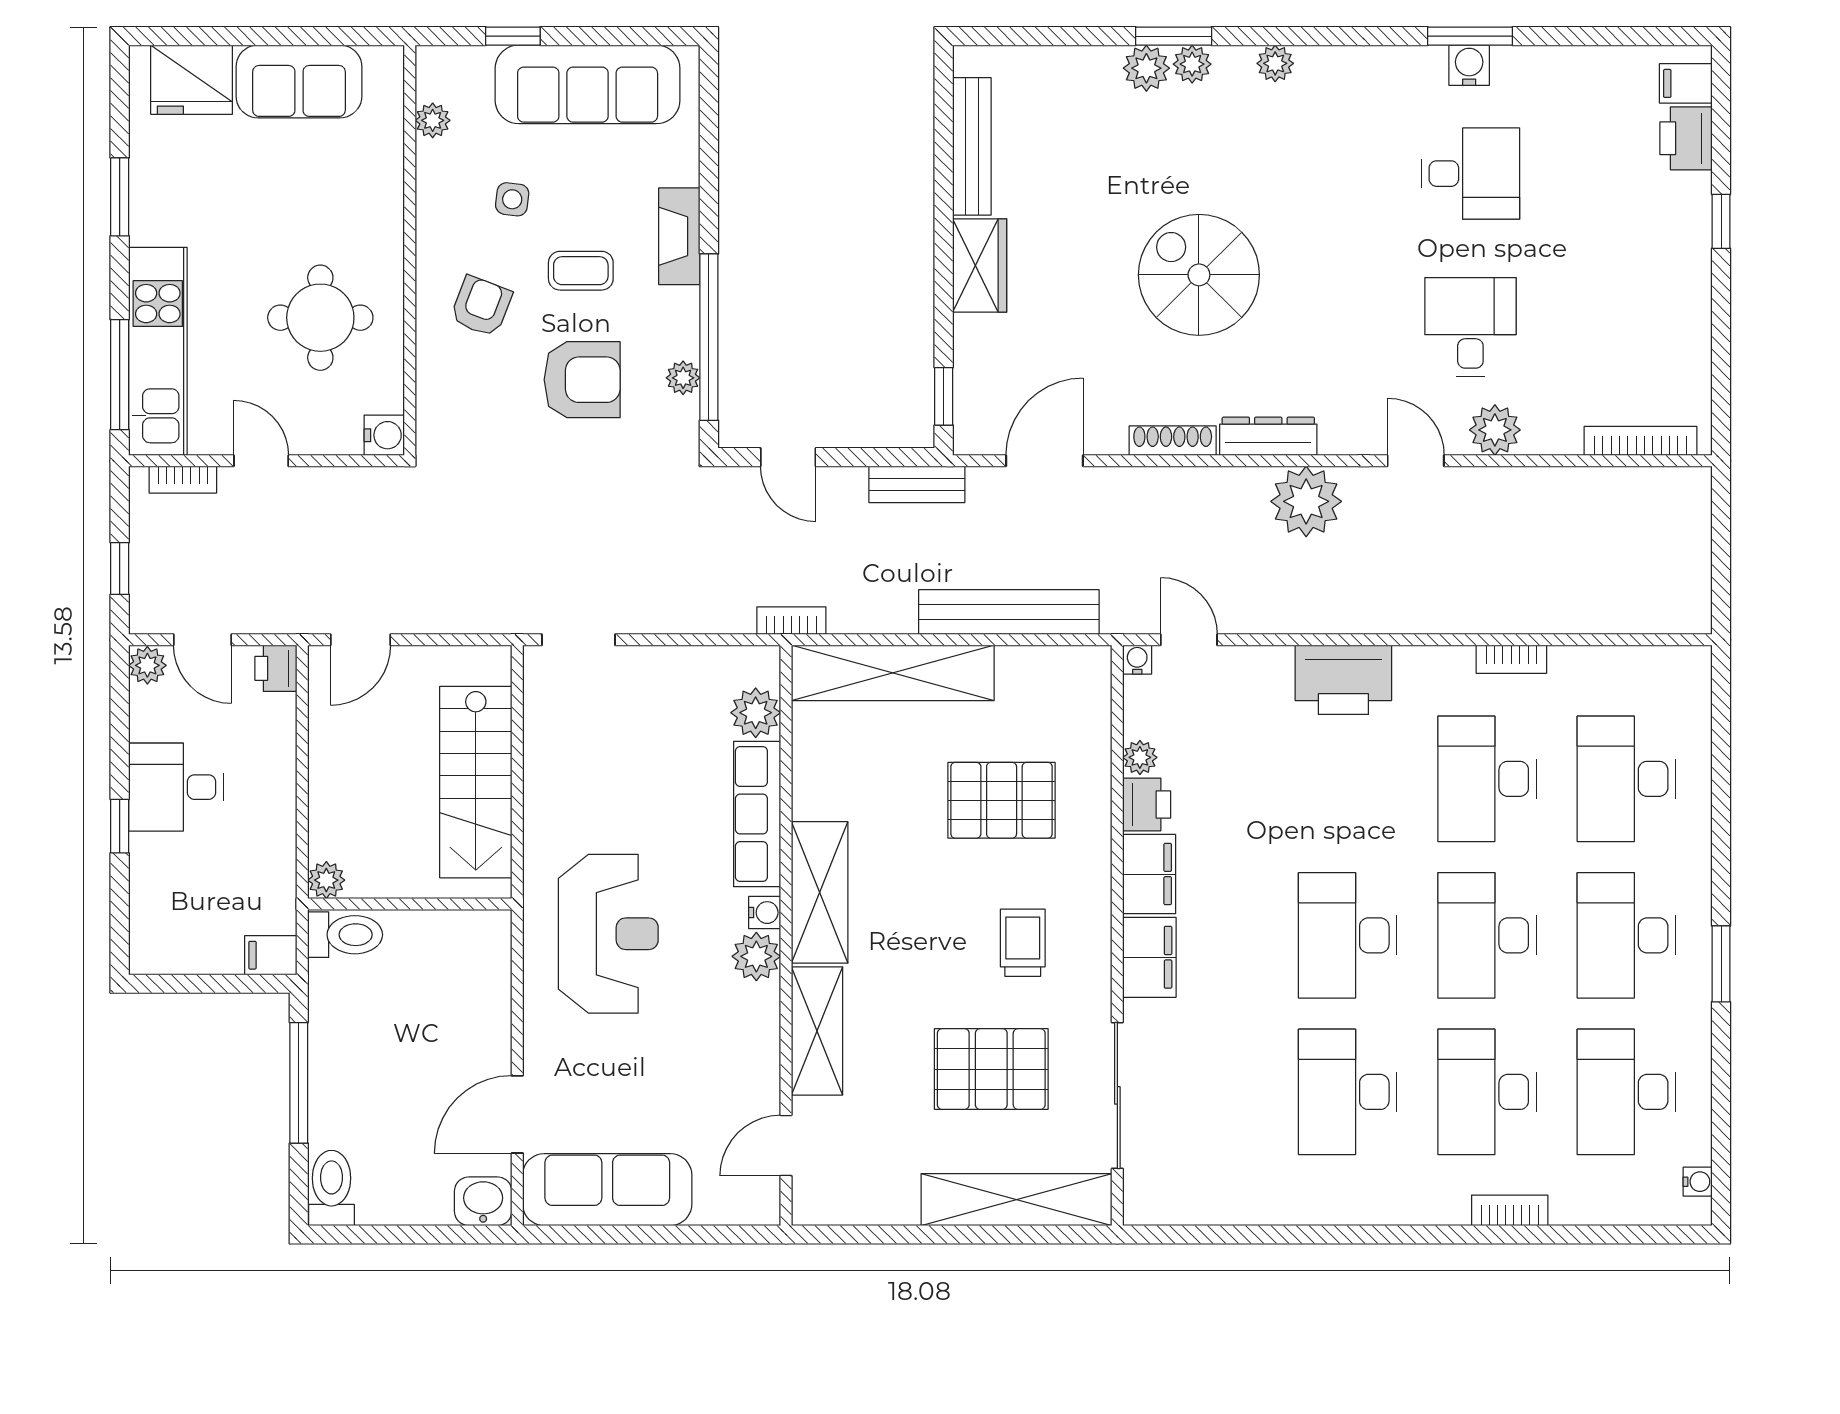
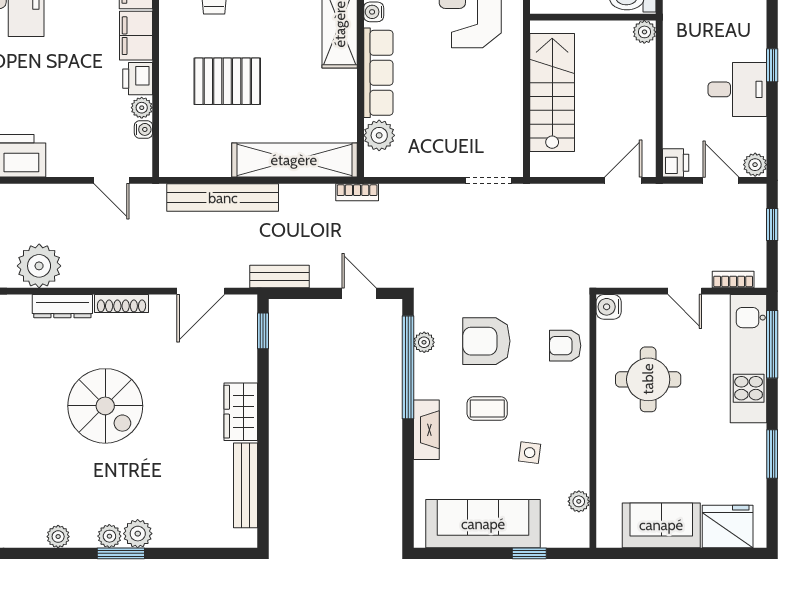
armchair: (481, 306) -> (565, 346), moved, turned 69
water cooler: (1137, 660) -> (143, 129), moved, turned -90

